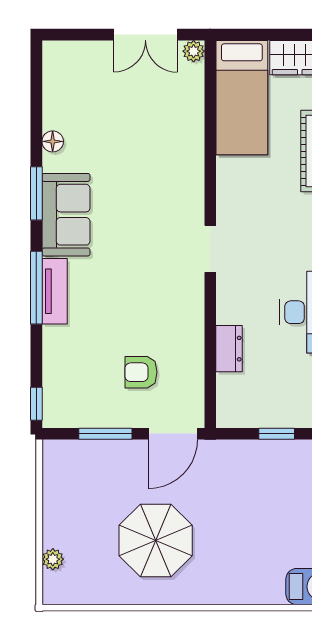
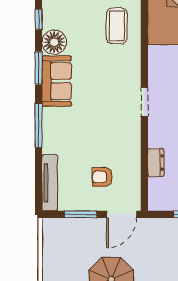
coffee table: (165, 124) -> (117, 26), added
floor lamp: (53, 141) -> (54, 42), width x1.89, depth x1.89
tv unit: (55, 291) -> (50, 183), moved, width x1.41
window: (36, 404) -> (39, 19), moved

